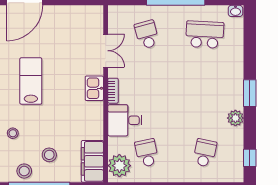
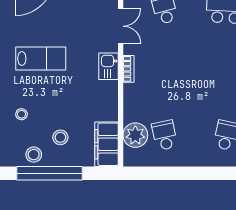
lab bench: (31, 81) -> (41, 58), turned 90
desk: (125, 120) -> (141, 100), removed
plant: (119, 166) -> (135, 135), moved

